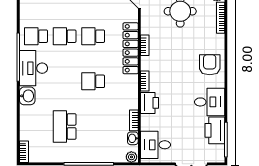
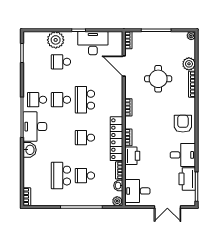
school desk: (93, 36) -> (85, 100), width x1.85
locker: (131, 48) -> (116, 139), moved
school desk: (93, 126) -> (85, 176), added

